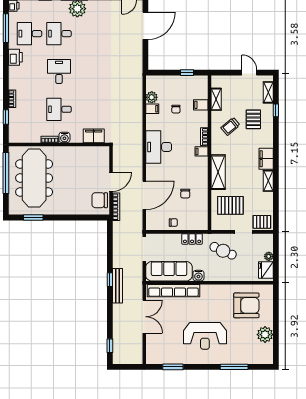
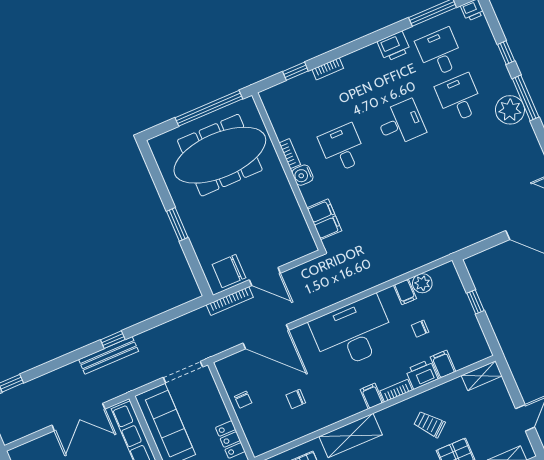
window: (187, 73) -> (475, 302), moved
shelving: (216, 99) -> (482, 376), moved
printer: (201, 119) -> (422, 374), added
desk: (159, 147) -> (353, 333), width x1.36, depth x1.30
chair: (100, 200) -> (229, 271), turned -90
window: (33, 217) -> (177, 224), moved

